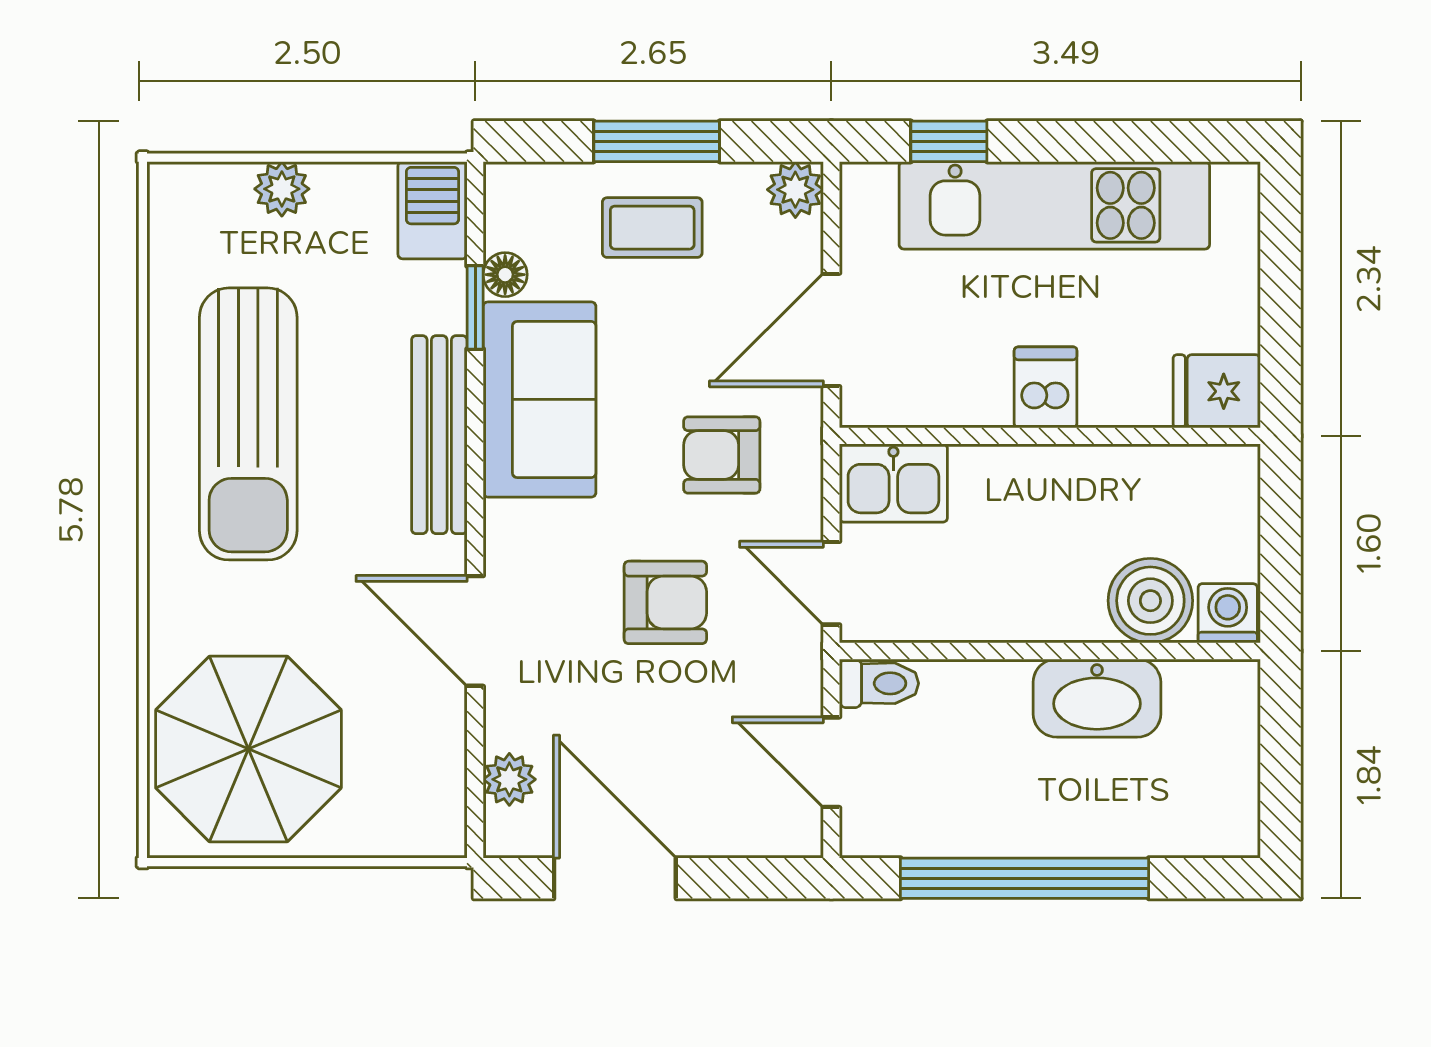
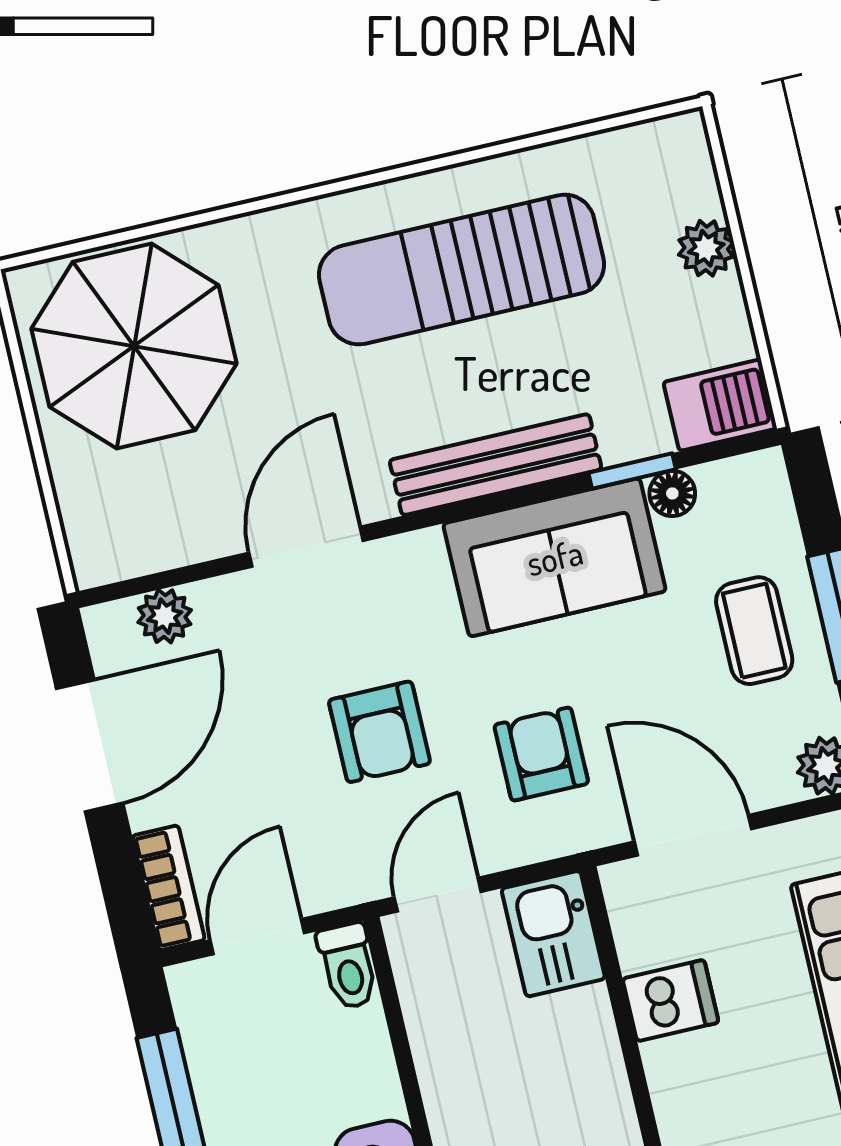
dishwasher: (1046, 387) -> (671, 1001), moved
bookcase: (766, 835) -> (169, 888), added

